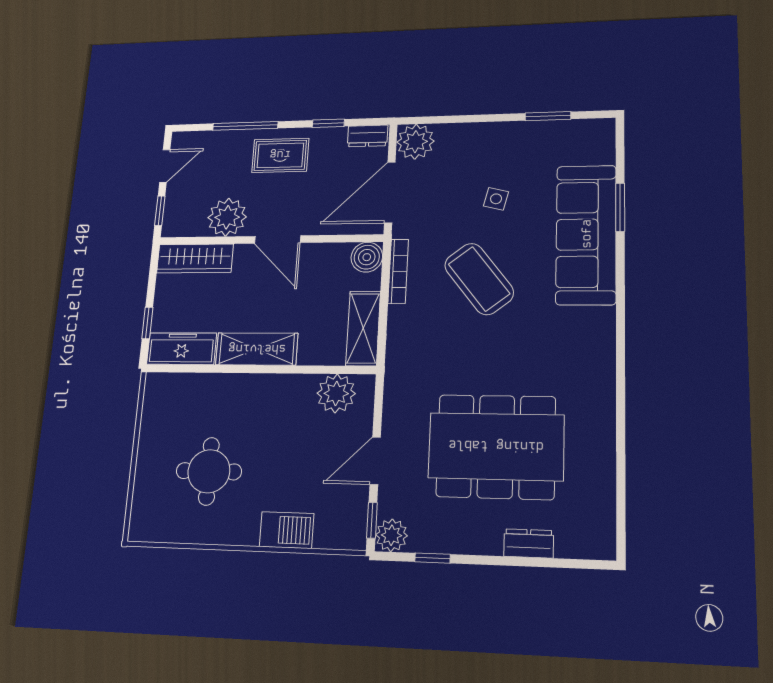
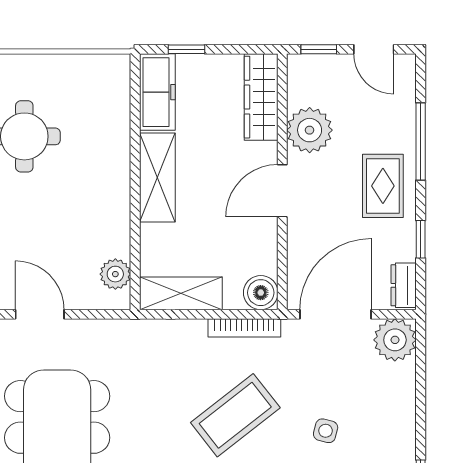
door: (390, 192) -> (335, 314), hinge flipped
plant: (336, 393) -> (115, 274), width x0.73, depth x0.73

